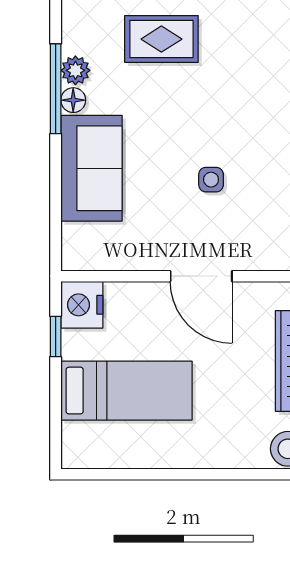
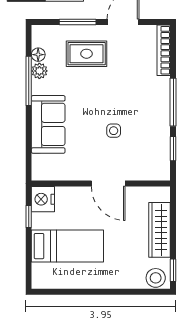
floor lamp: (73, 100) -> (38, 55), moved

